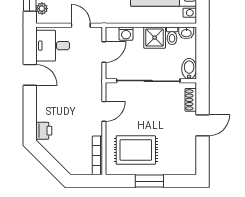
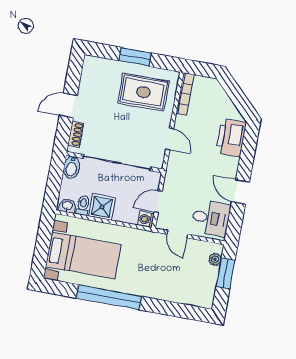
washing machine: (126, 34) -> (146, 219), moved, turned -90
door: (104, 111) -> (170, 139), swing flipped
printer: (44, 131) -> (231, 138), width x1.87, depth x1.48

